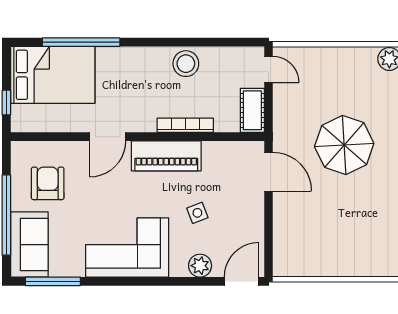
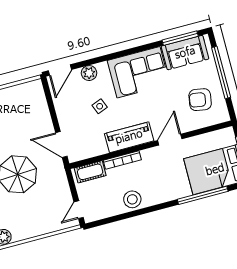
door: (269, 69) -> (79, 210), hinge flipped
cot: (252, 110) -> (90, 172), moved, turned 90
armchair: (48, 183) -> (200, 100), turned 99
sofa: (29, 245) -> (185, 53), moved, turned -90

